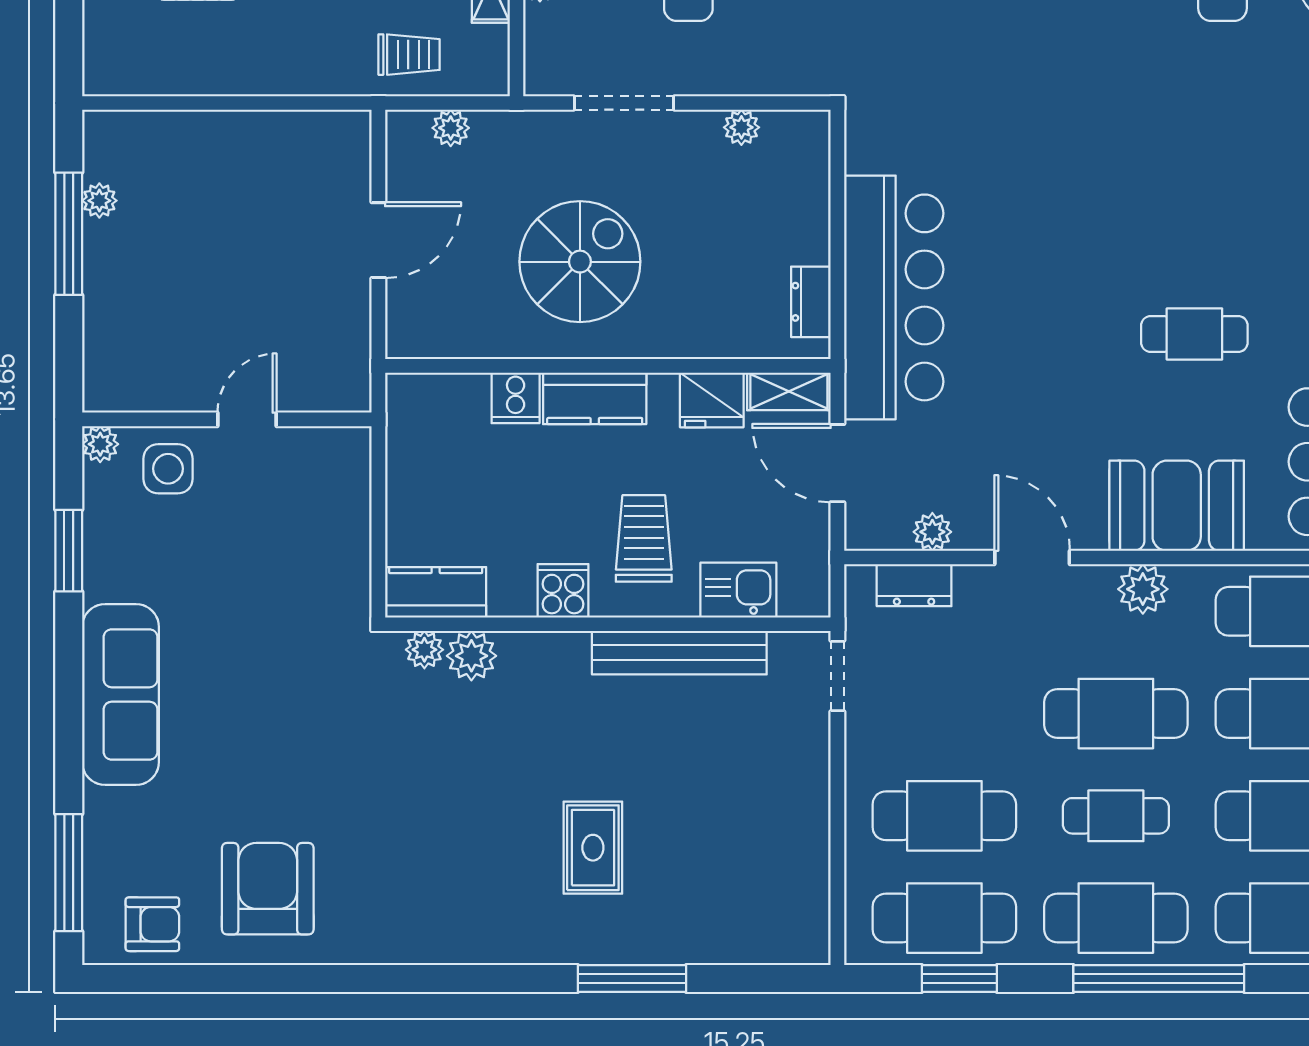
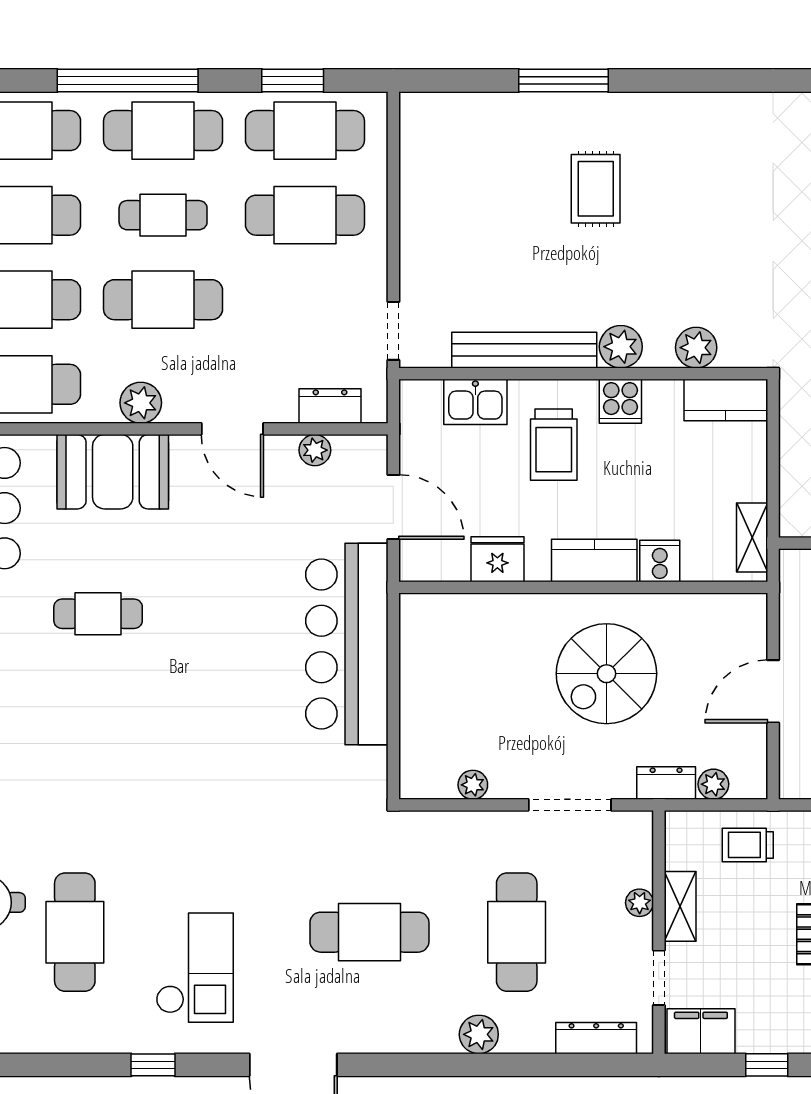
dresser: (811, 302) -> (666, 783), moved, turned -90
shelving: (789, 391) -> (752, 537), moved, turned 90
plant: (424, 650) -> (621, 347), moved, width x1.38, depth x1.38

